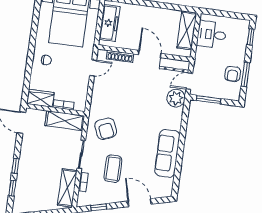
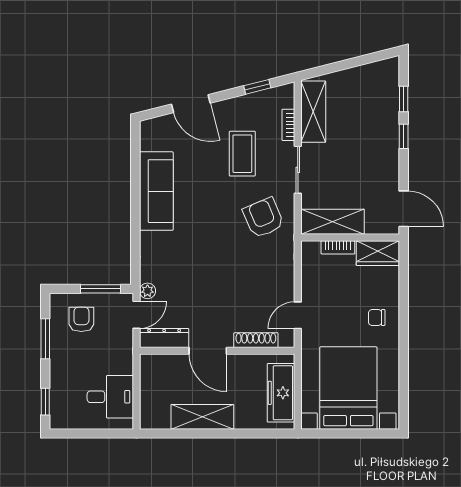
shelving: (187, 30) -> (202, 417), moved, turned 90
armchair: (233, 74) -> (81, 319), moved
plant: (176, 98) -> (147, 291), width x0.53, depth x0.53

